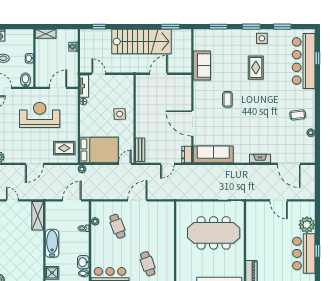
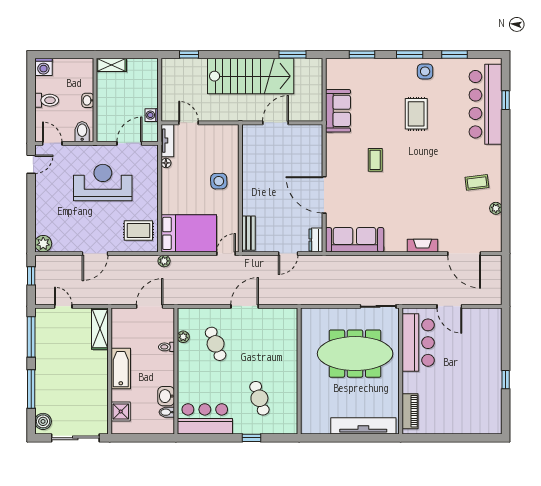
washing machine: (73, 47) -> (152, 115), moved
plant: (307, 225) -> (490, 342), removed
bar counter: (304, 253) -> (418, 343), moved, turned 180

